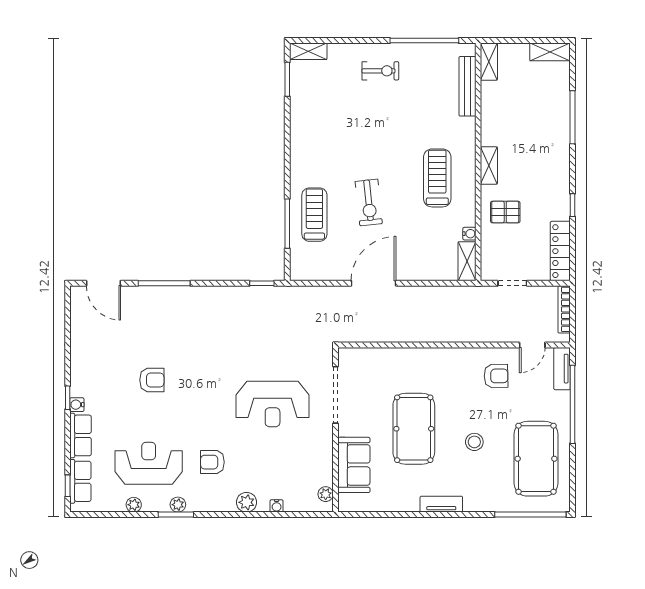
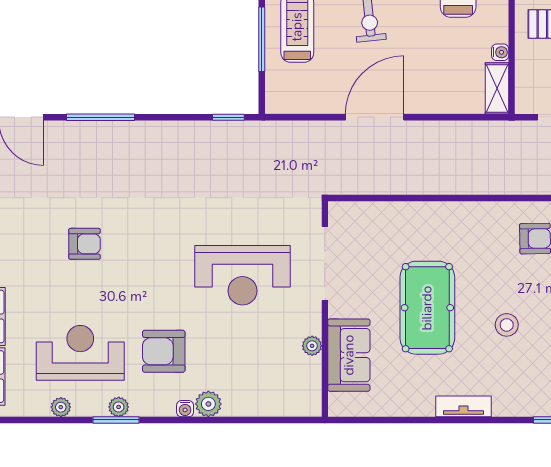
armchair: (212, 462) -> (164, 351), width x1.38, depth x1.38
plant: (326, 494) -> (312, 346), moved
water cooler: (277, 506) -> (185, 409), moved

